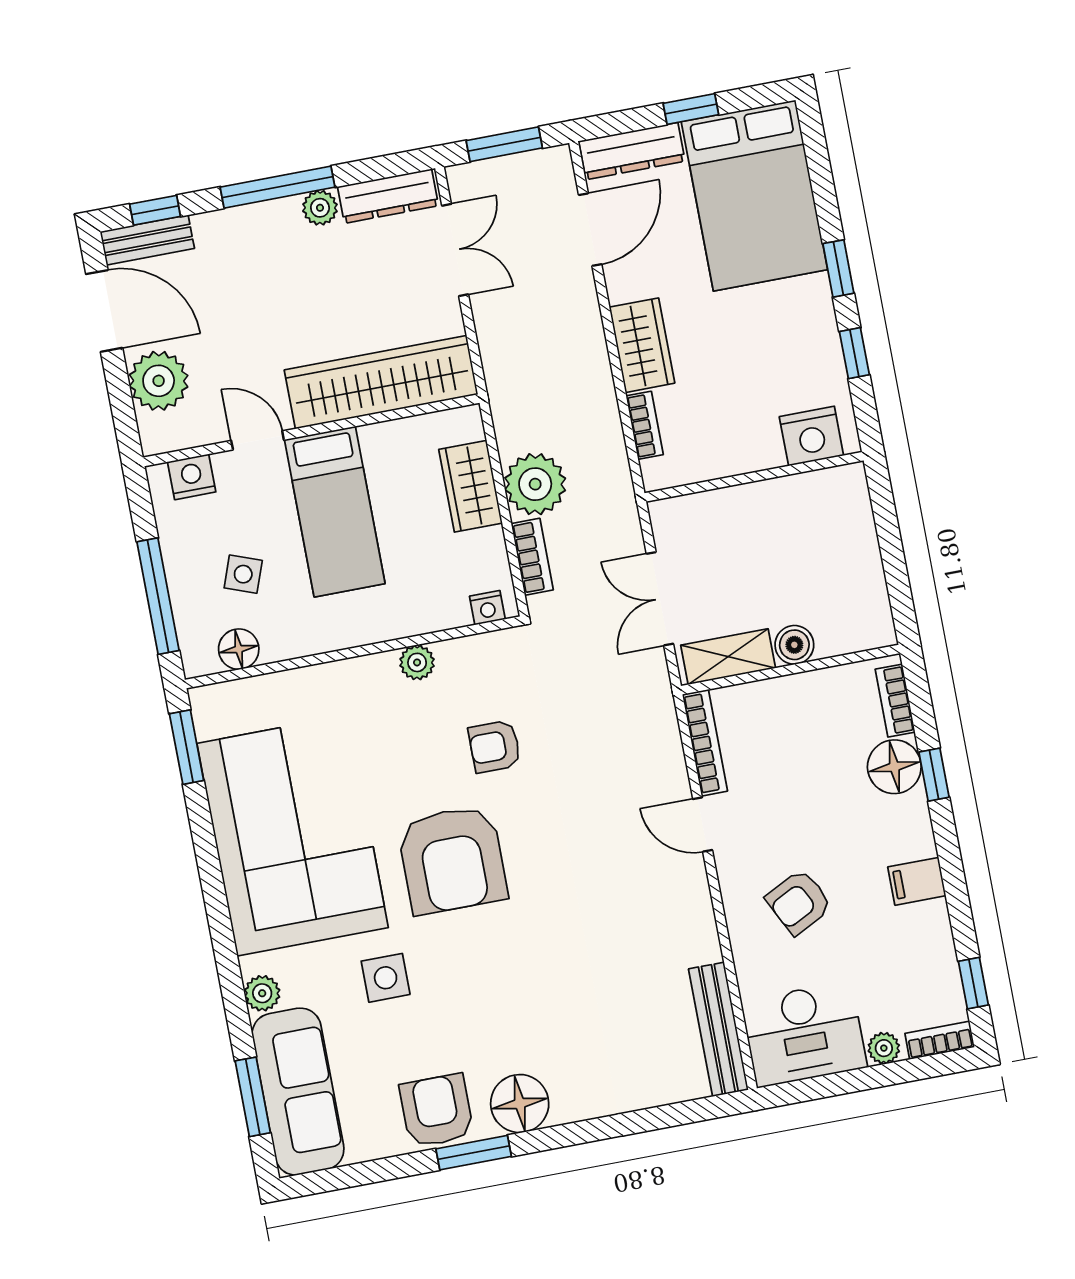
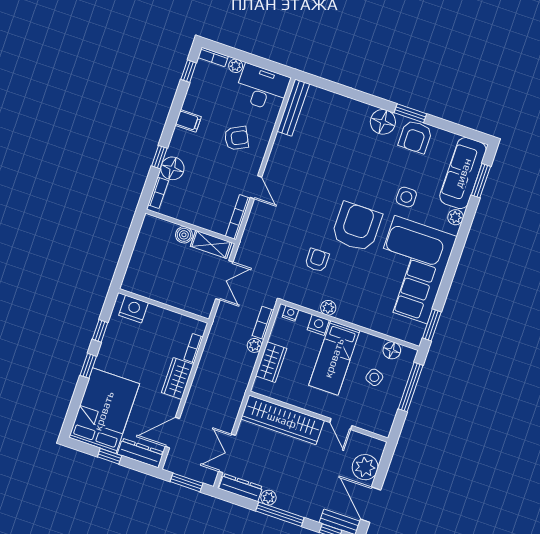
nightstand: (192, 477) -> (318, 325), moved, turned 180
plant: (535, 484) -> (254, 345), width x0.53, depth x0.53
bed: (335, 512) -> (334, 358), moved, turned 180
armchair: (495, 746) -> (317, 260), turned -90

